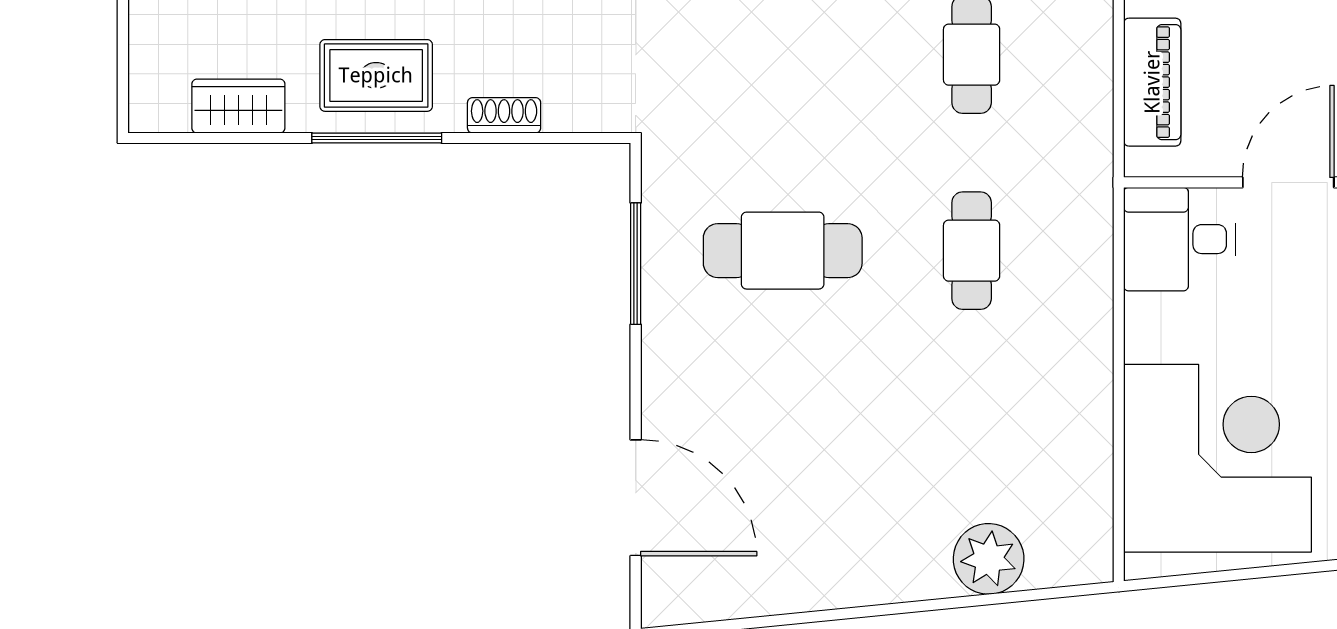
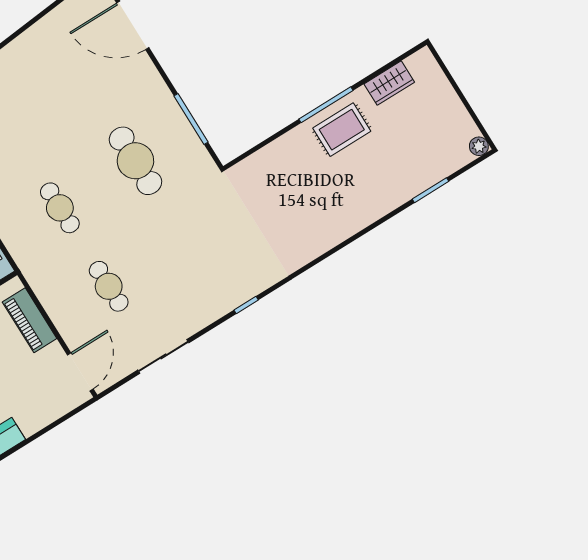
shoe rack: (504, 115) -> (281, 146), removed
cafe table: (783, 251) -> (135, 161), turned 90

